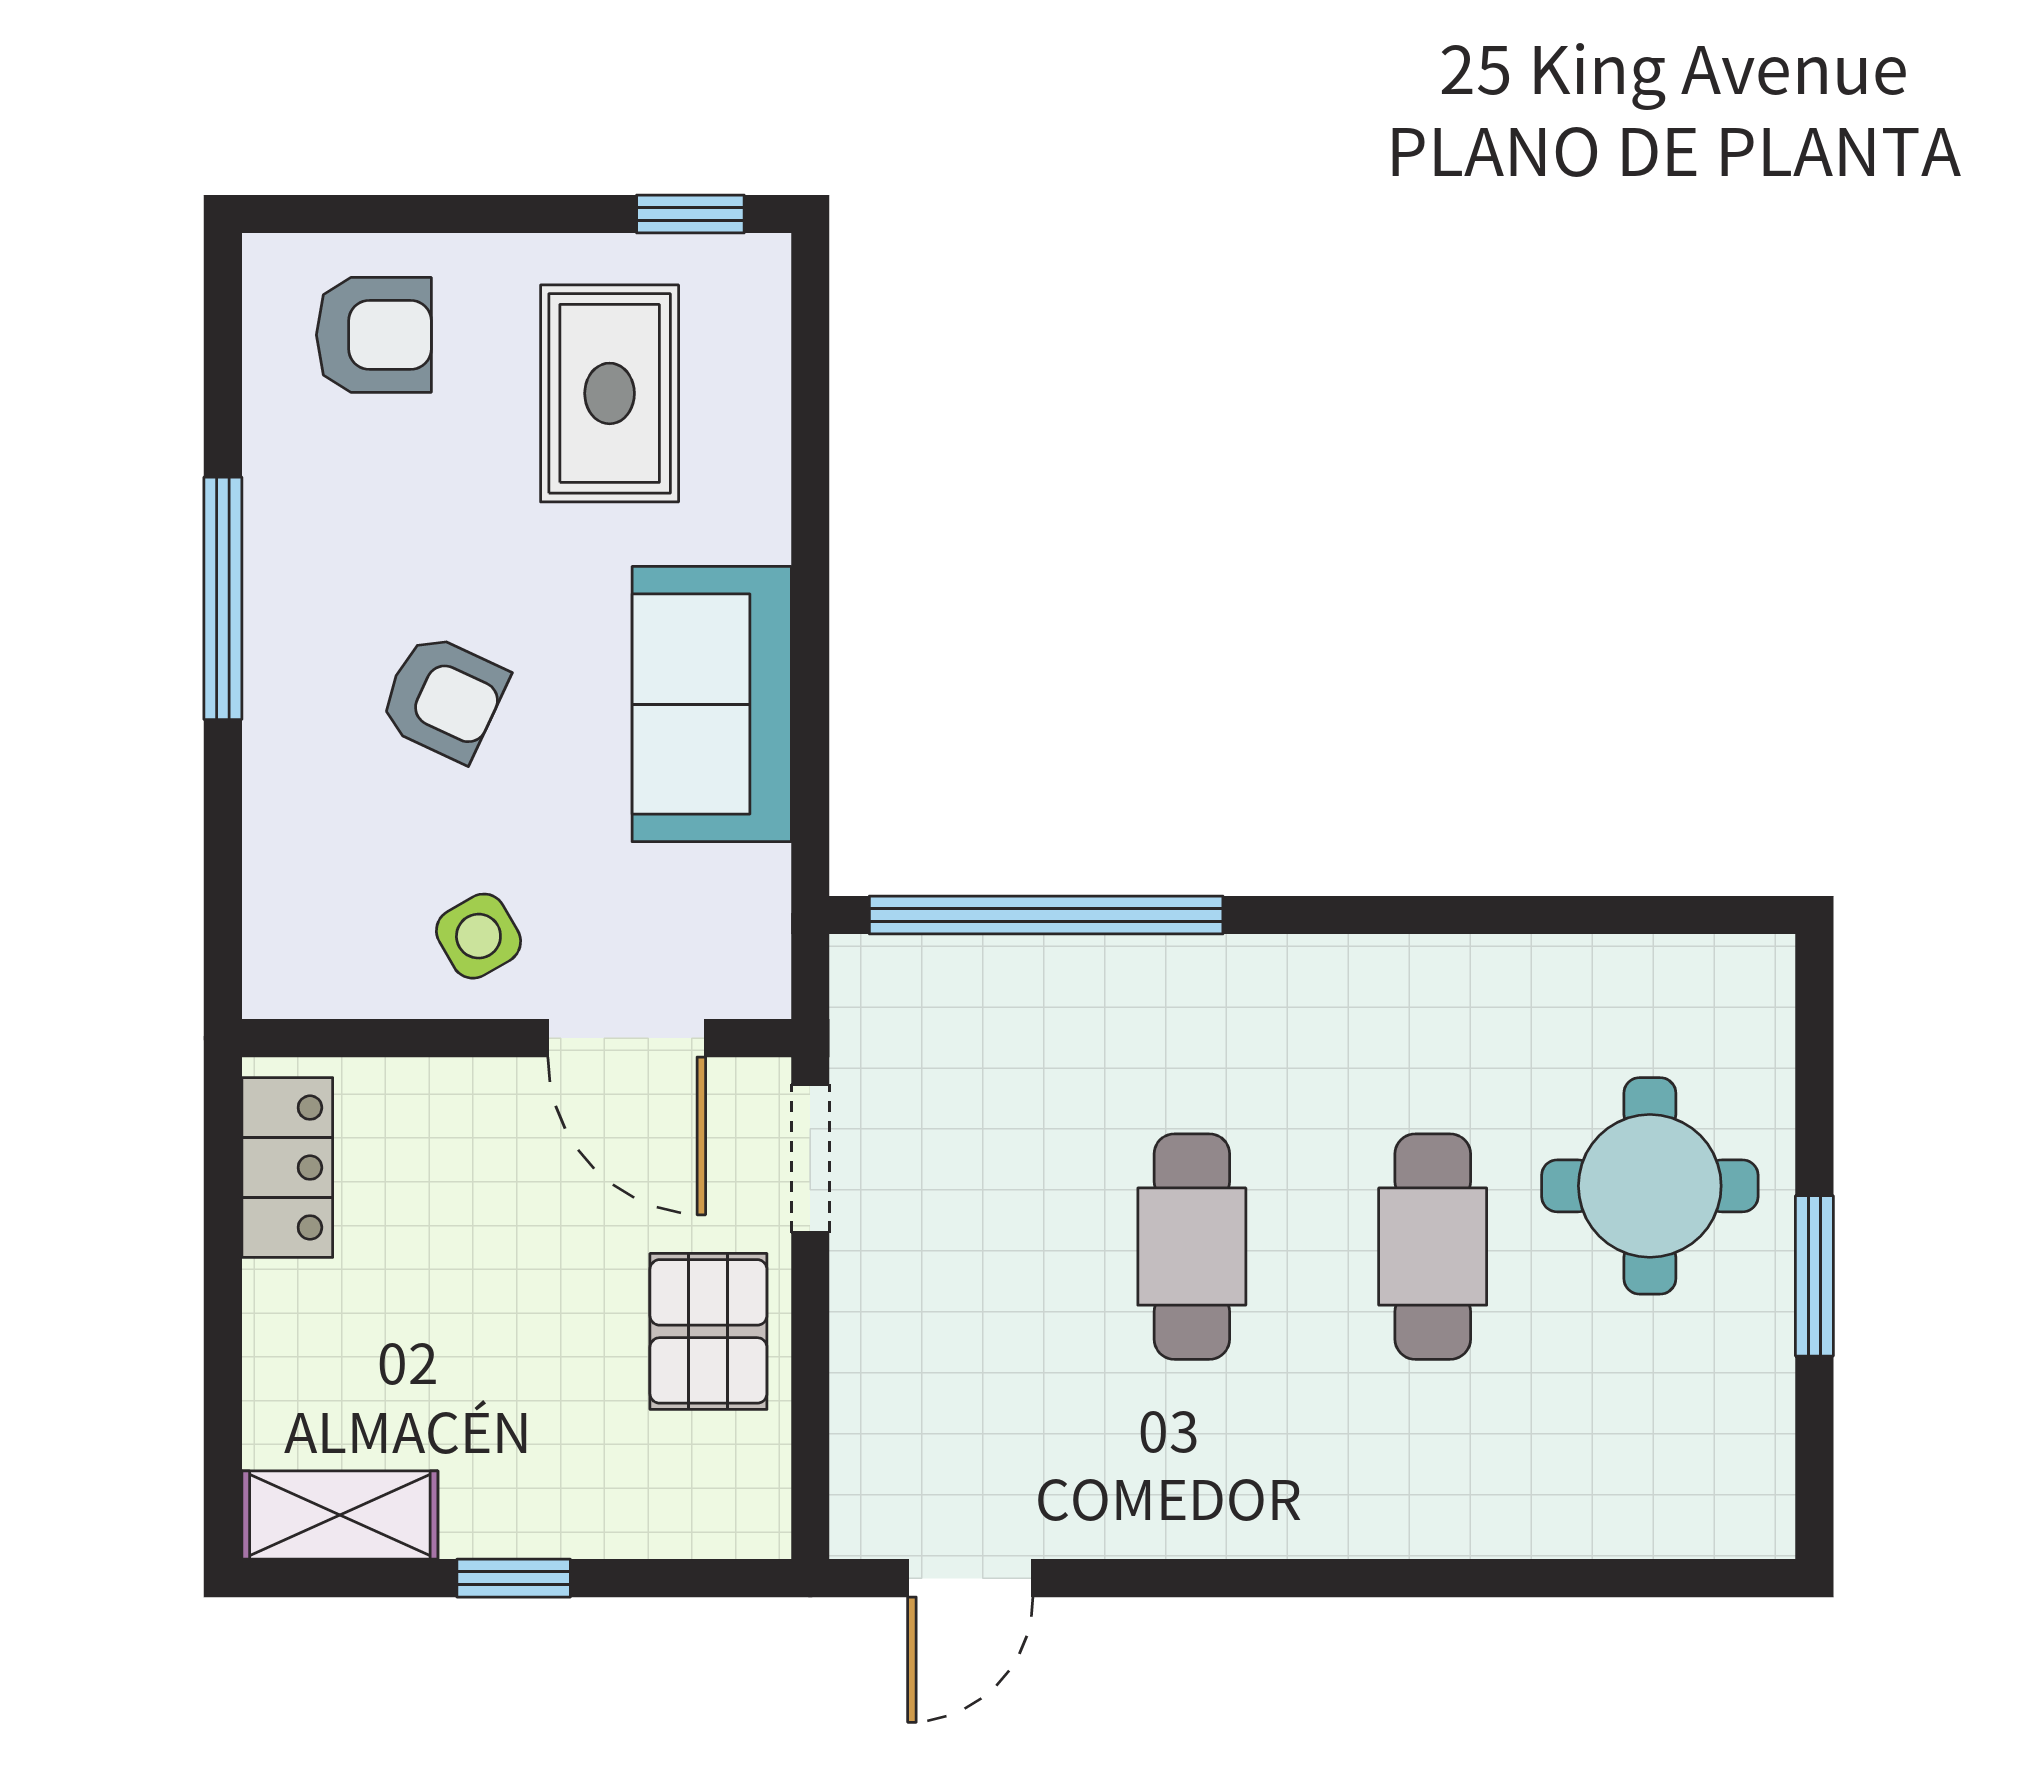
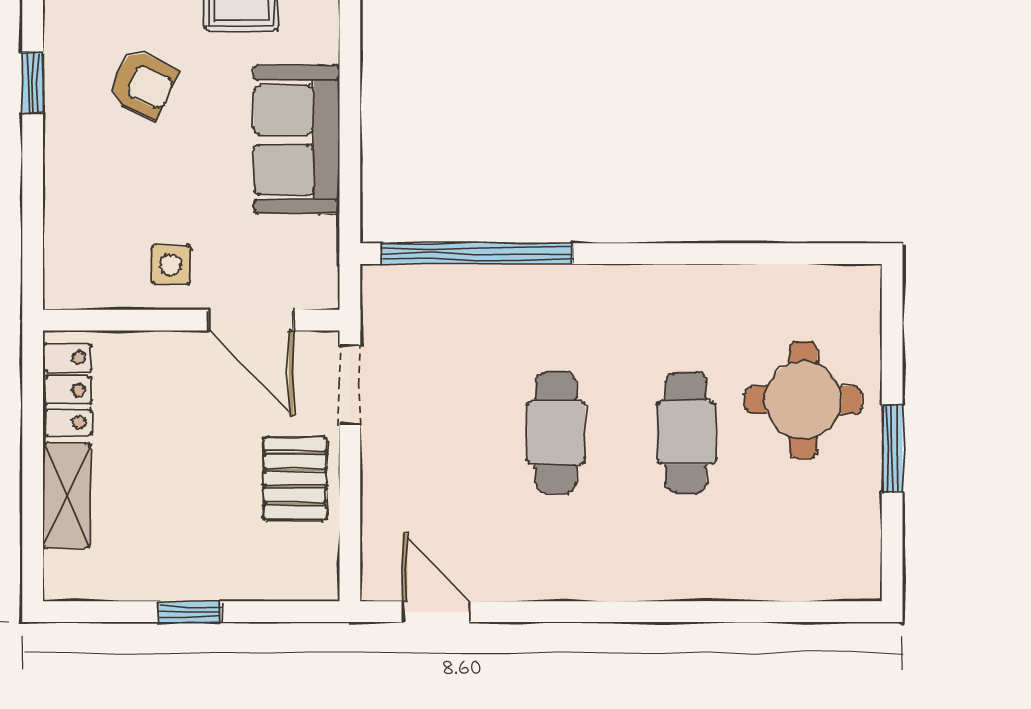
window: (223, 598) -> (33, 83), width x0.46
armchair: (443, 698) -> (143, 84), moved
side table: (478, 936) -> (171, 265), turned 30
shelving: (340, 1515) -> (67, 496), moved, turned 90
door: (970, 1578) -> (436, 612), swing flipped

